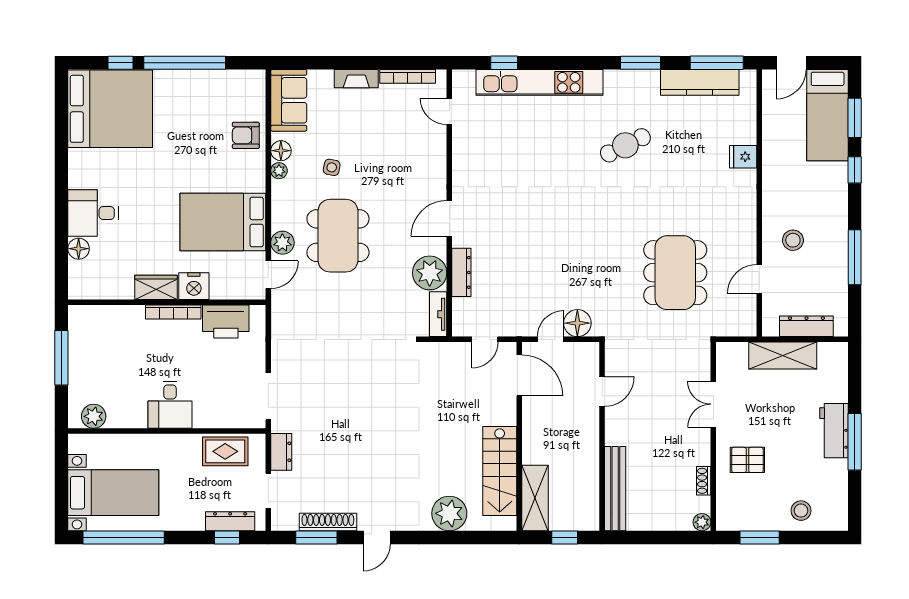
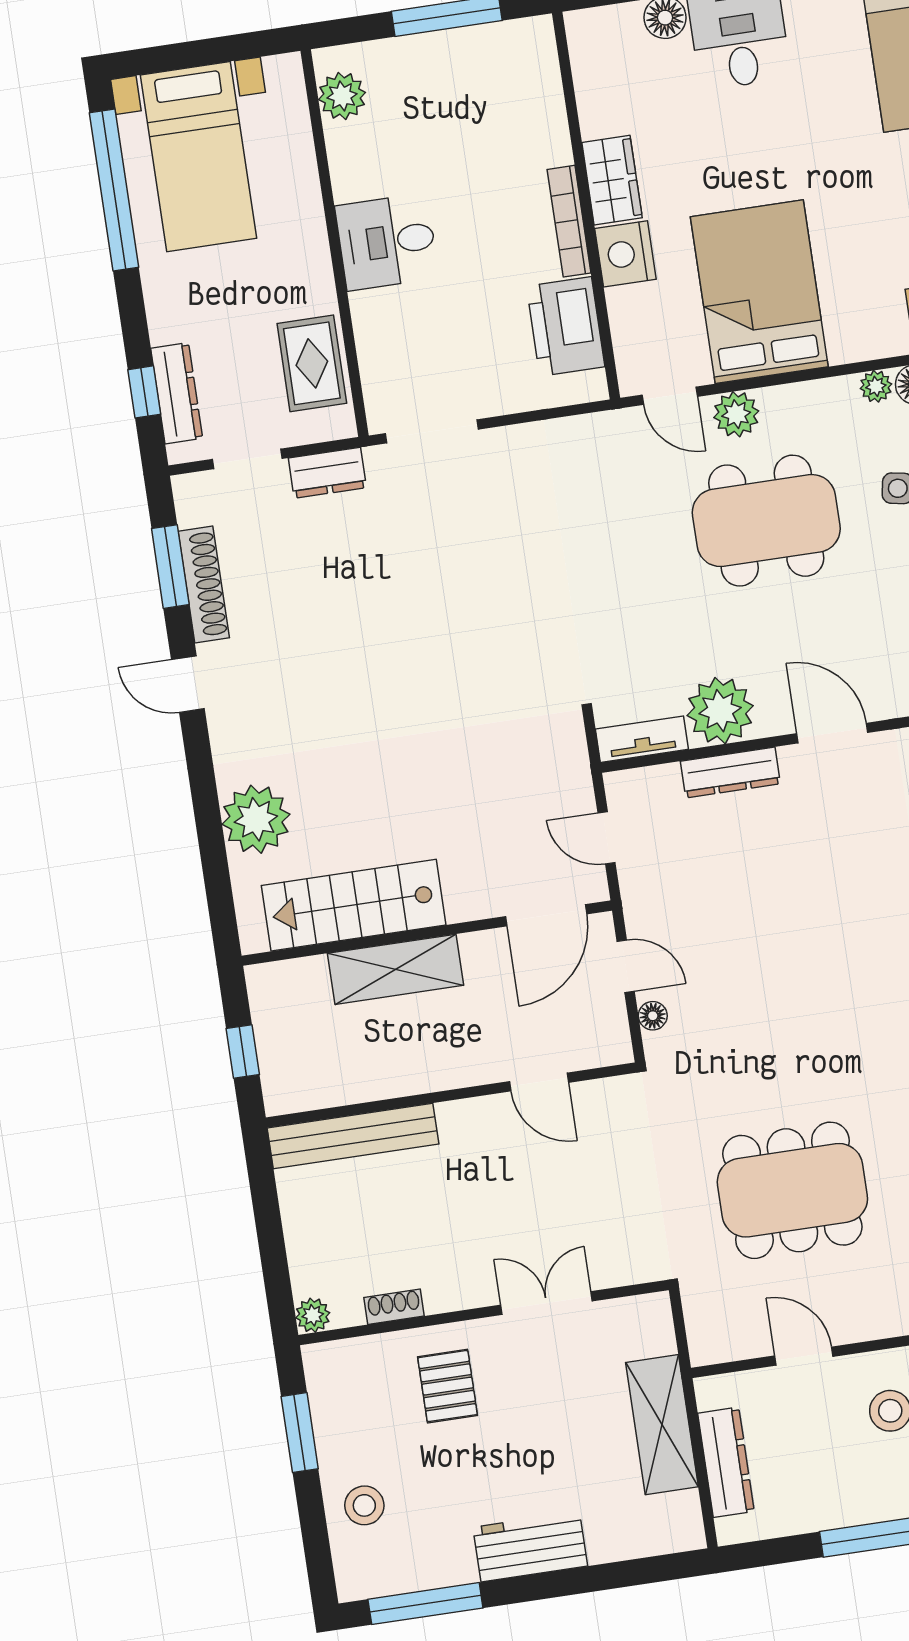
floor lamp: (577, 323) -> (653, 1016), width x0.53, depth x0.53
window: (855, 442) -> (425, 1604), moved
shelving: (535, 498) -> (395, 969), moved

